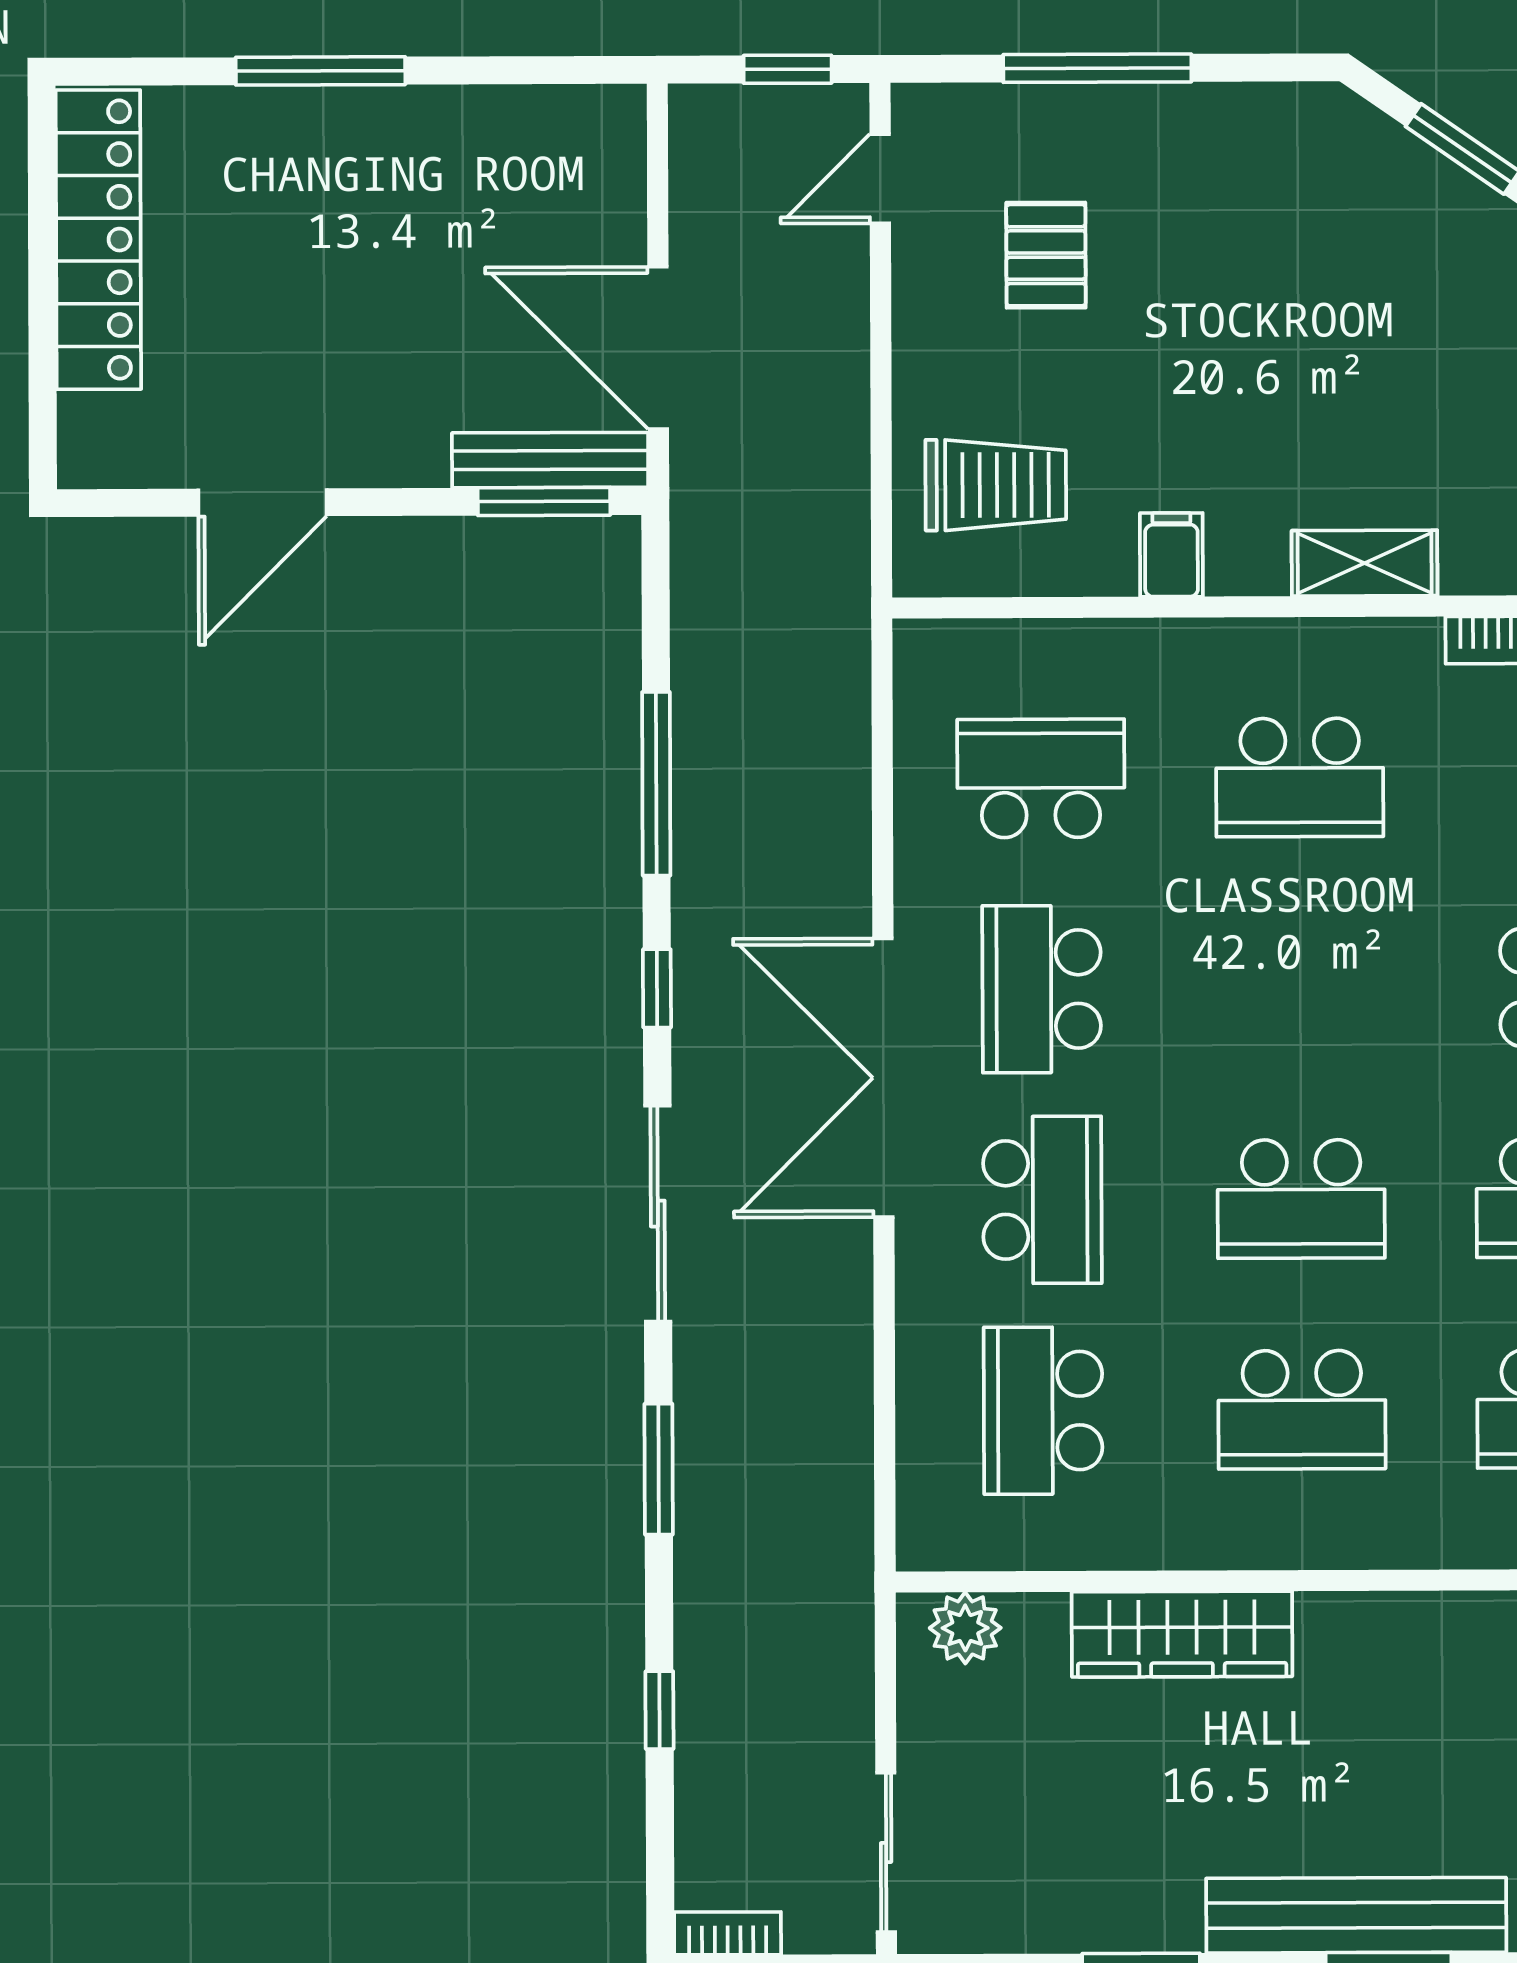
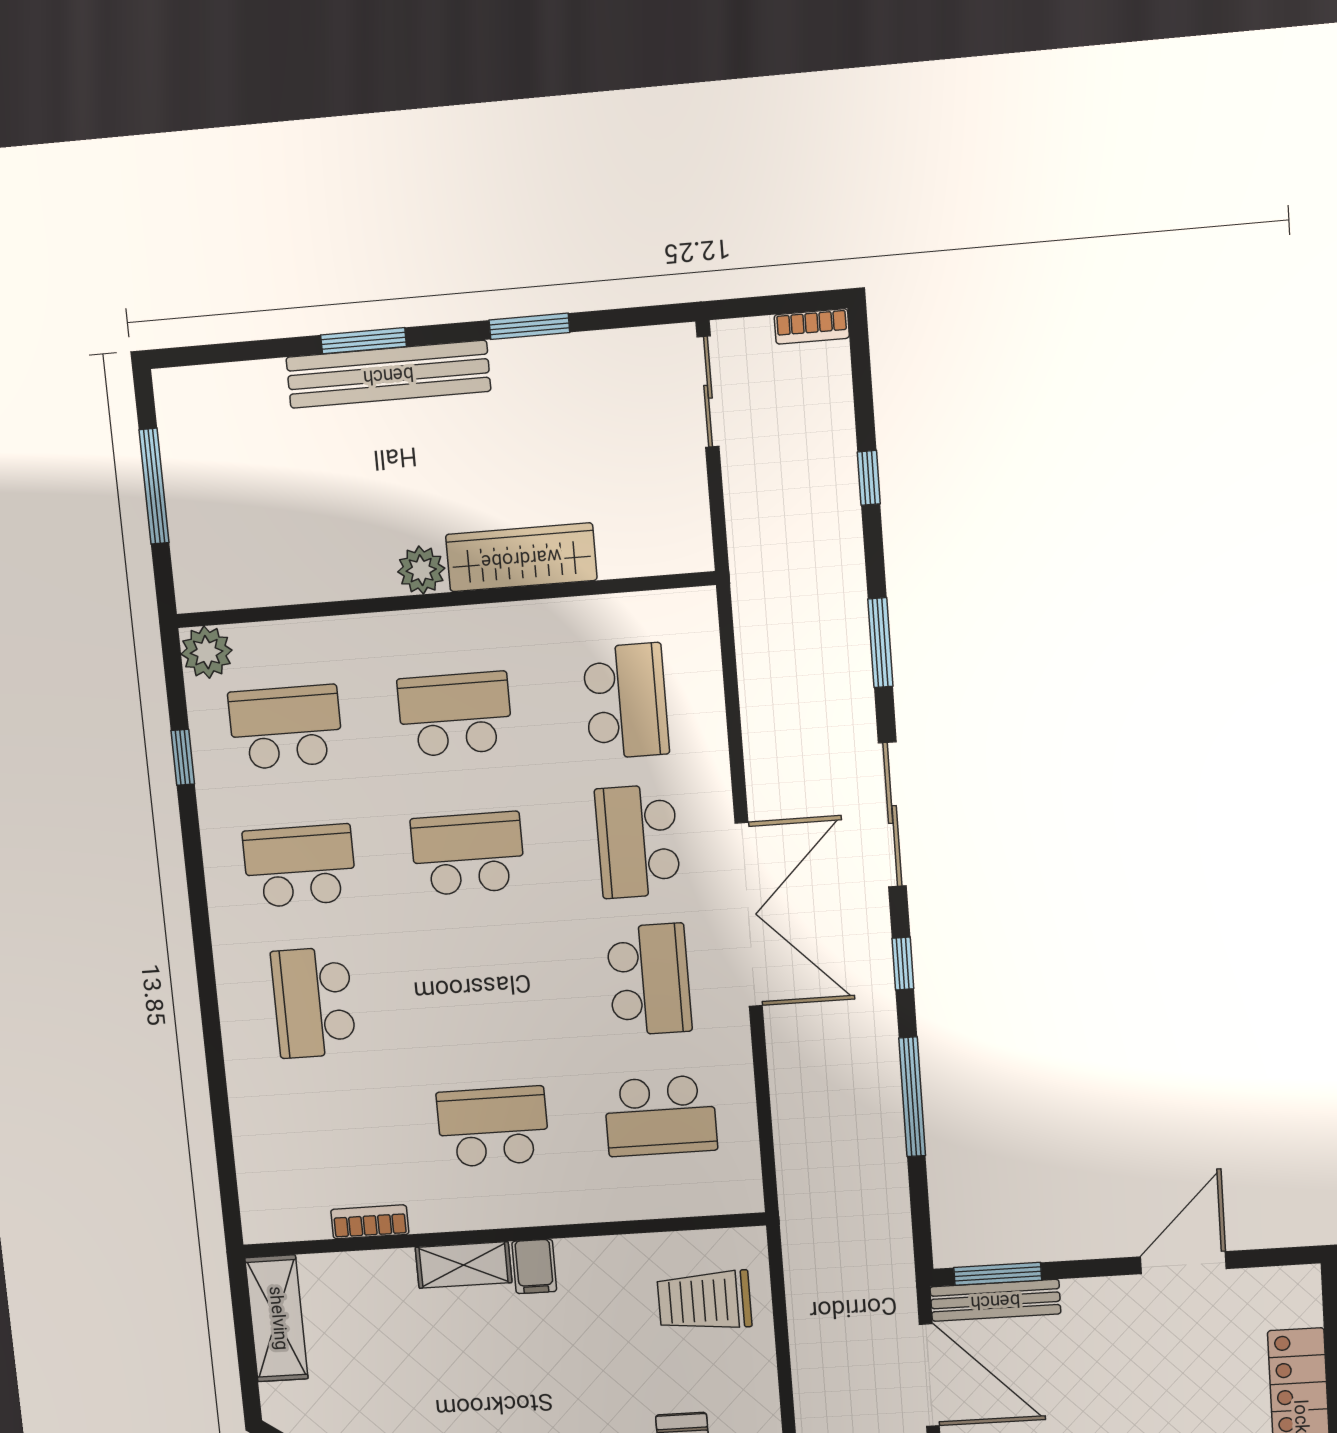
filing cabinet: (1171, 555) -> (534, 1266), moved
plant: (965, 1628) -> (421, 570), moved

